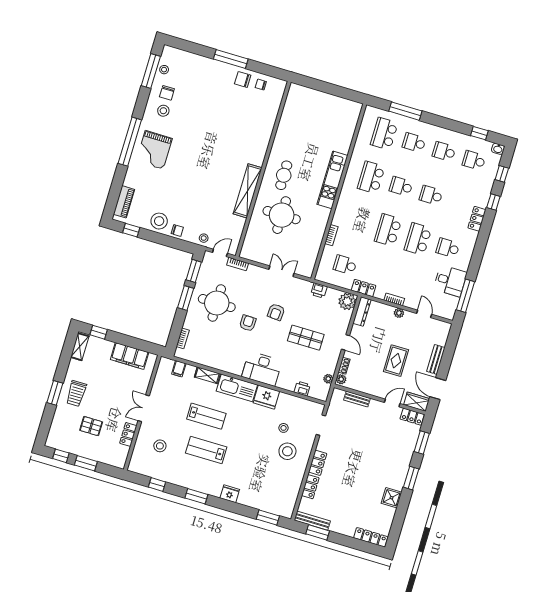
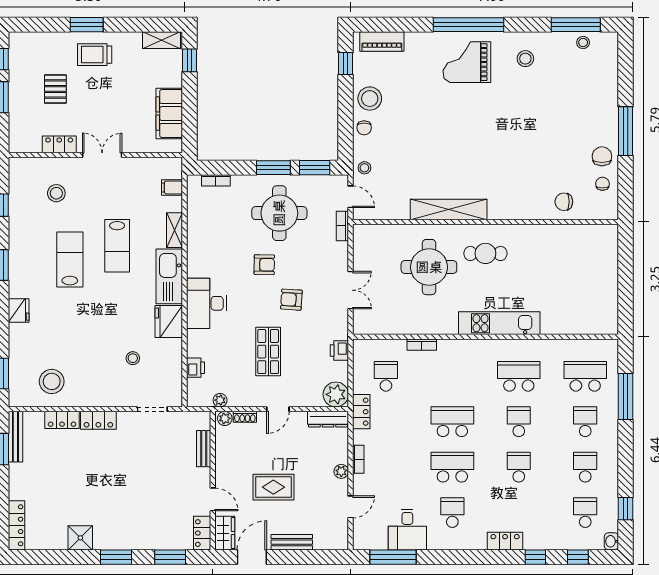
chair: (167, 93) -> (564, 202), moved
stool: (287, 451) -> (52, 381), moved

